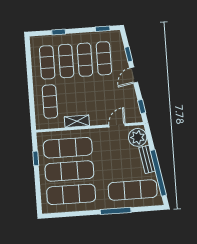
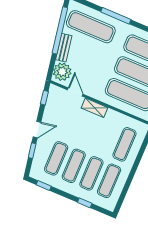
shelving: (77, 121) -> (95, 108), moved
door: (117, 125) -> (75, 92), swing flipped

